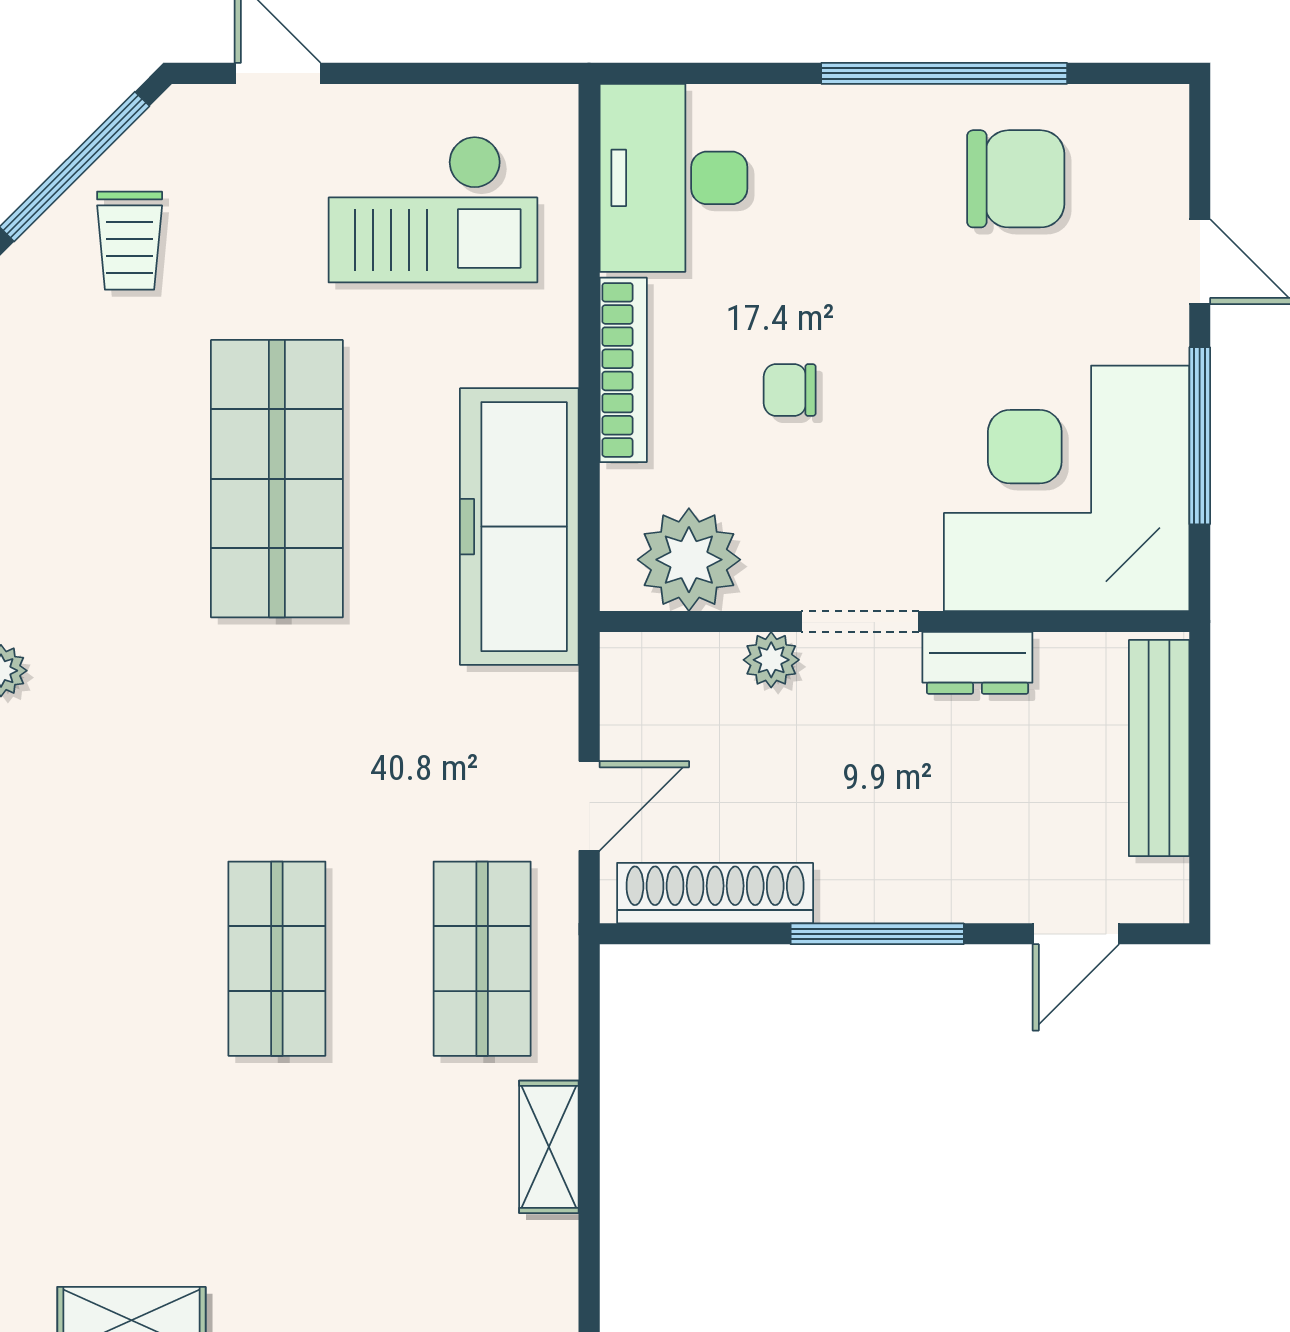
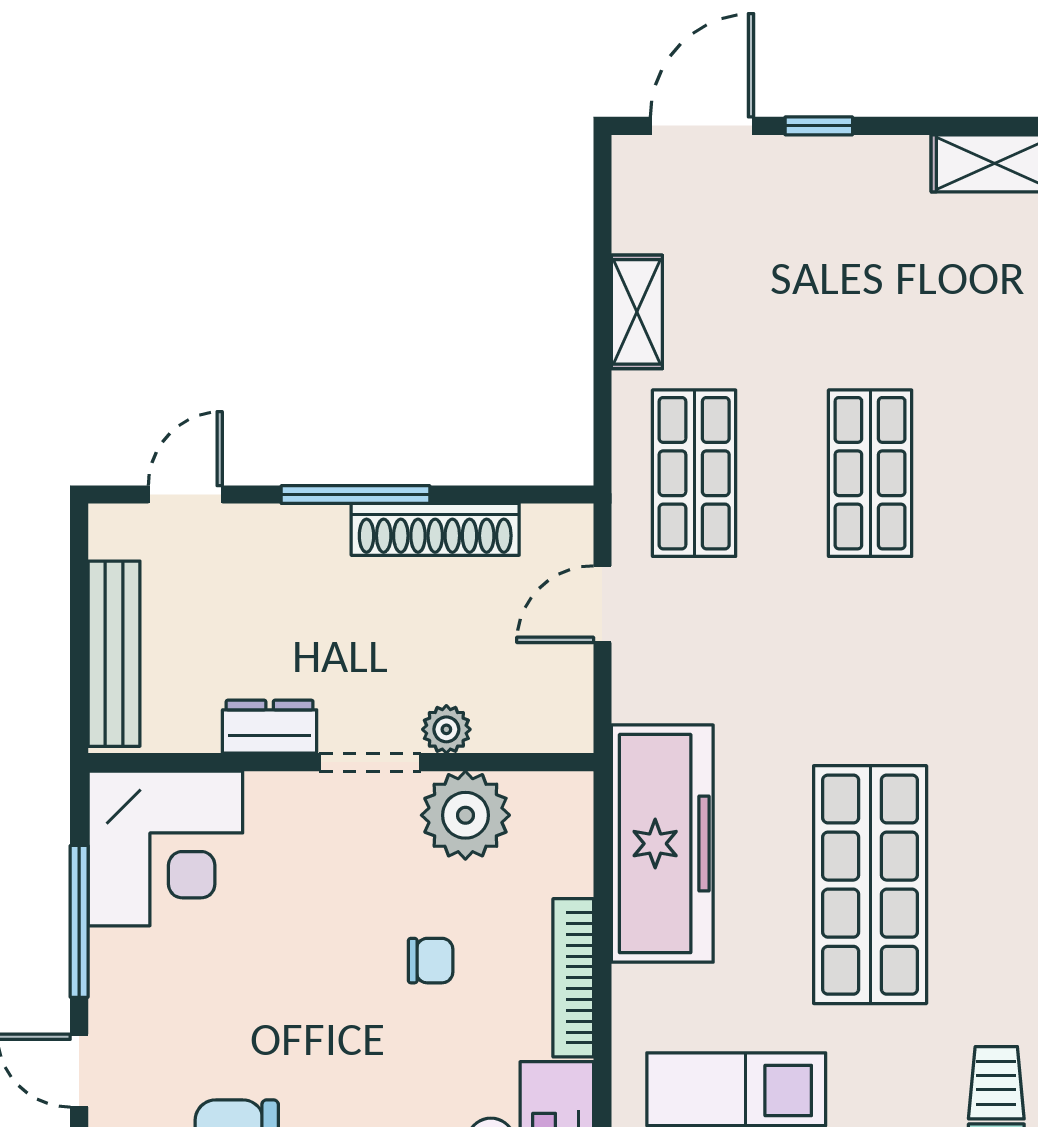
corner desk: (1067, 488) -> (165, 848), width x0.74, depth x0.74
plant: (689, 560) -> (465, 815), moved
shoe rack: (715, 893) -> (435, 529), moved

